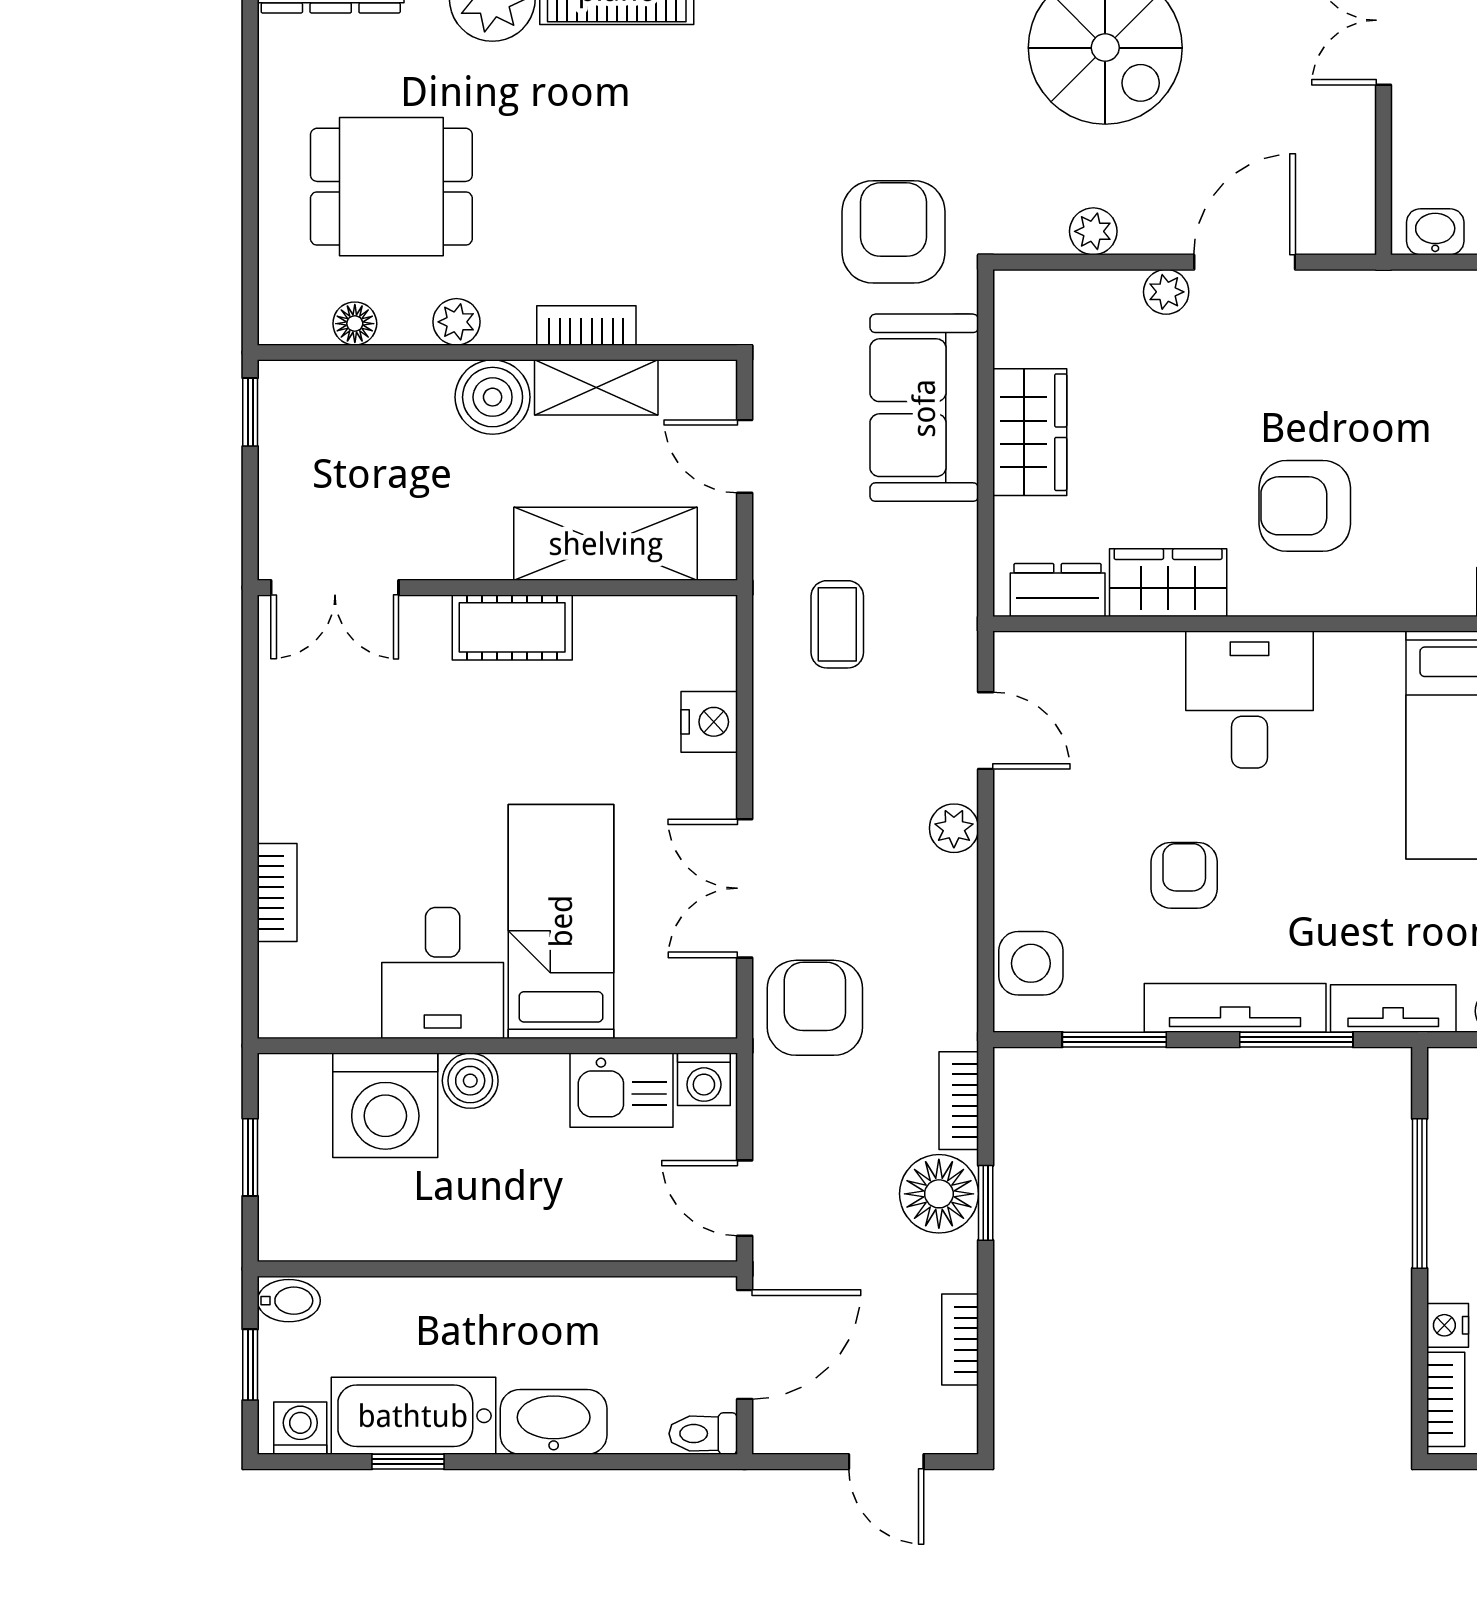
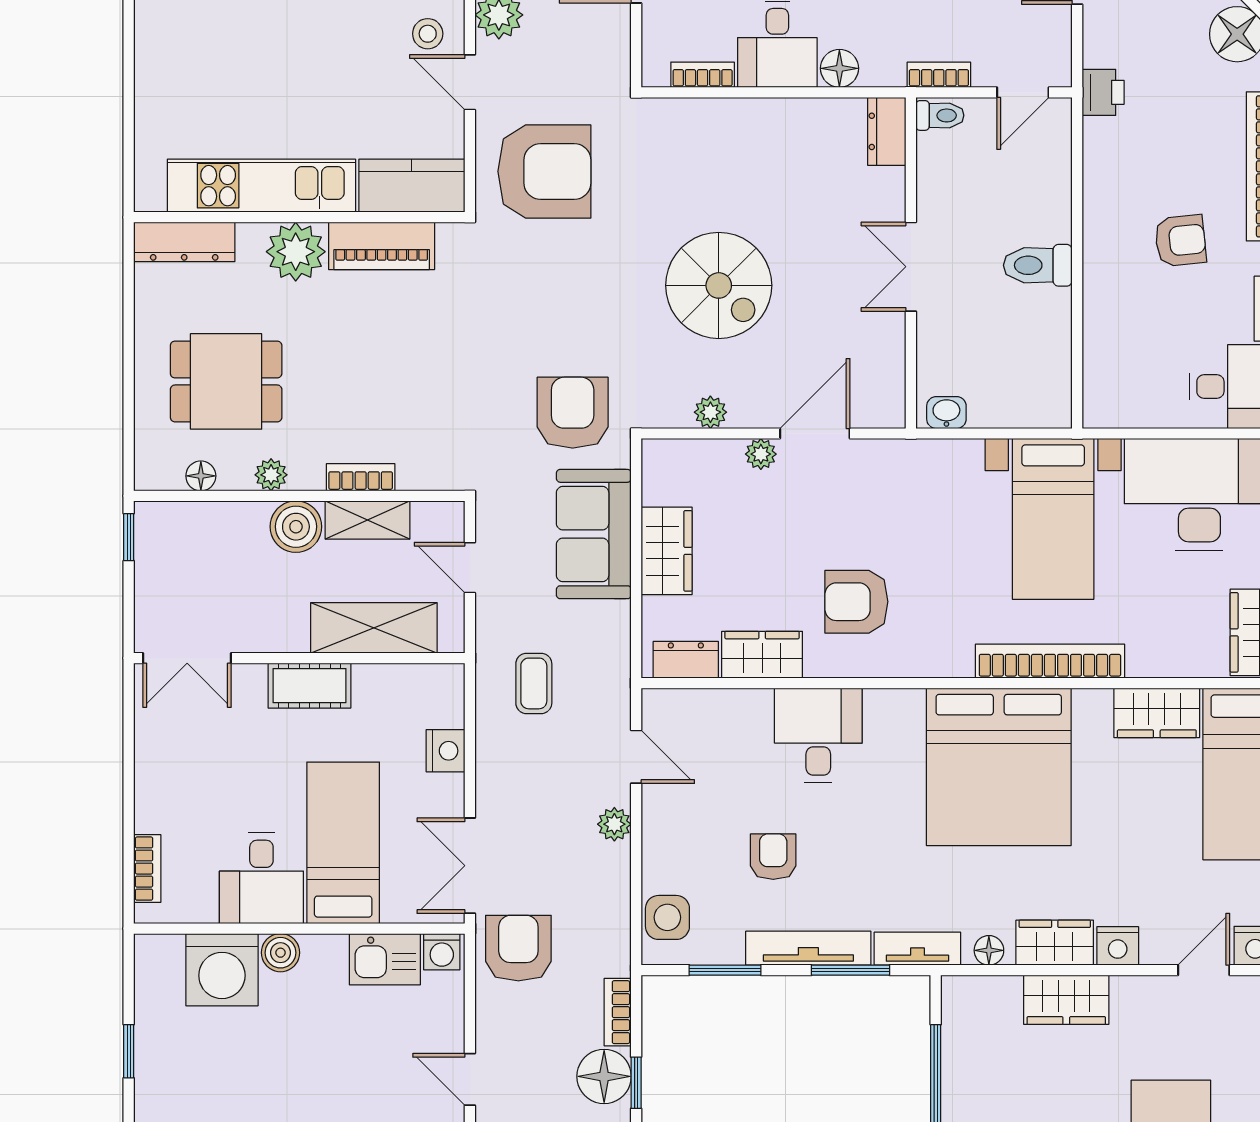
bed: (561, 921) -> (343, 843), moved
desk: (443, 973) -> (261, 878), moved
wall: (497, 1046) -> (299, 929), moved
washing machine: (704, 1079) -> (442, 952), moved
boiler: (470, 1081) -> (280, 953), moved
kitchen sink: (621, 1090) -> (385, 959), moved
washing machine: (385, 1105) -> (222, 970), moved

